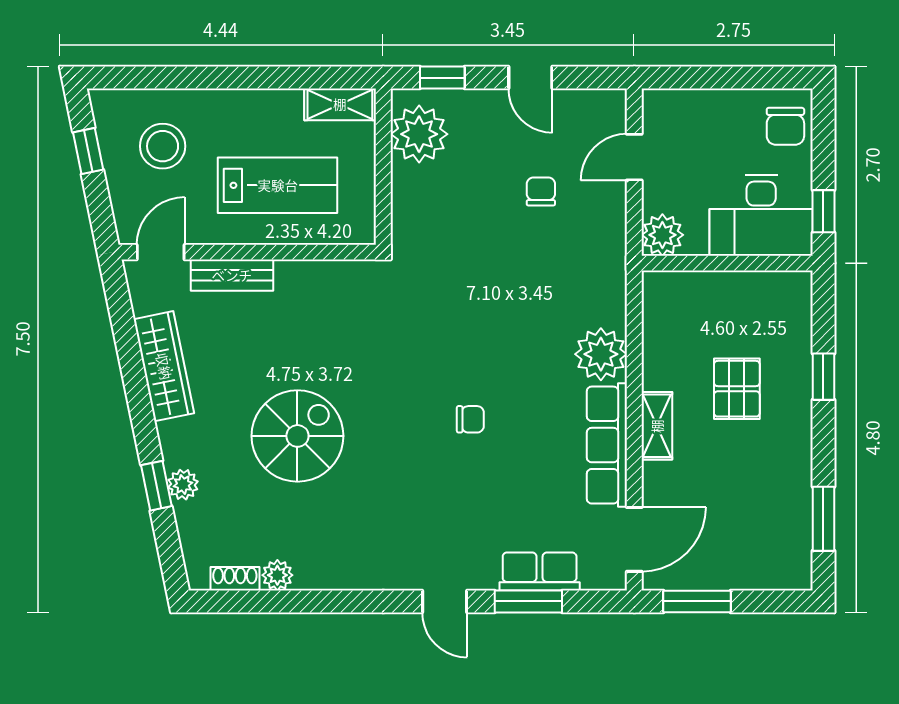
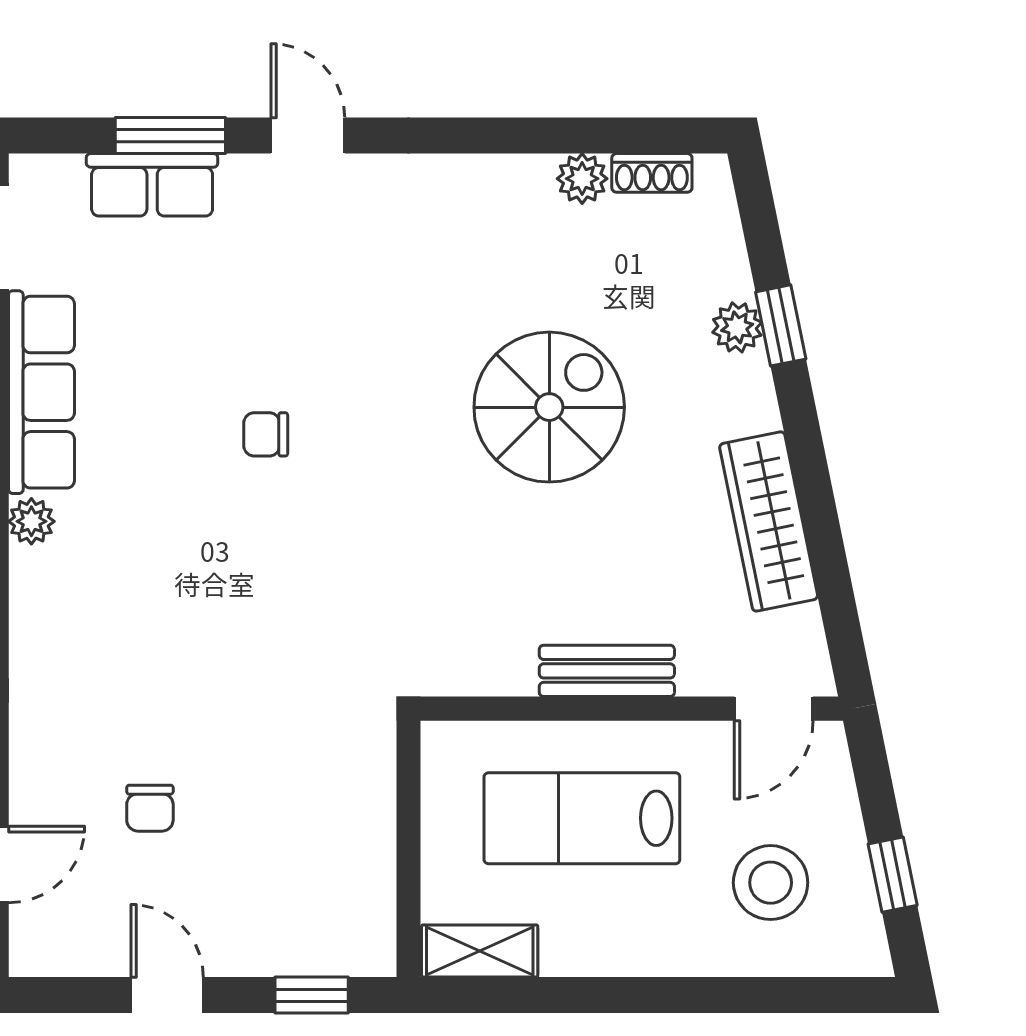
plant: (419, 134) -> (350, 902), removed
bench: (232, 275) -> (607, 671), moved
plant: (601, 354) -> (31, 521), width x0.53, depth x0.53
spiral stairs: (297, 436) -> (549, 407), turned 180

